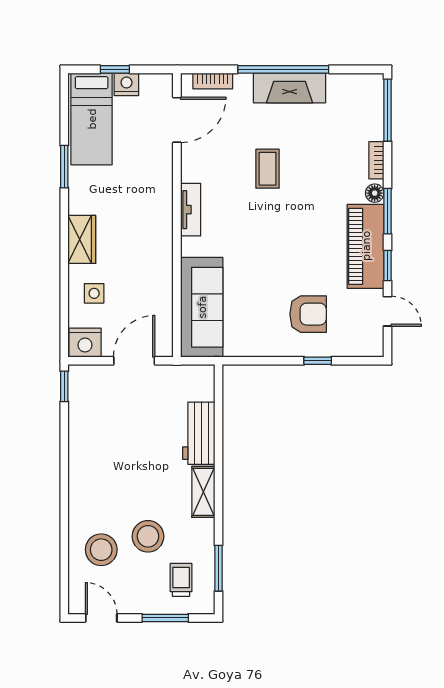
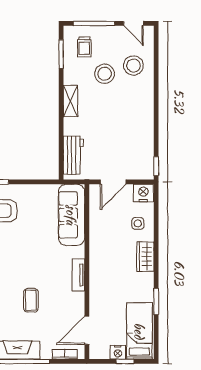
workbench: (199, 433) -> (73, 155), moved
window: (165, 618) -> (94, 23), width x1.44

